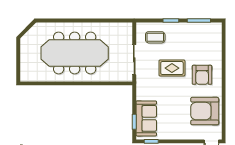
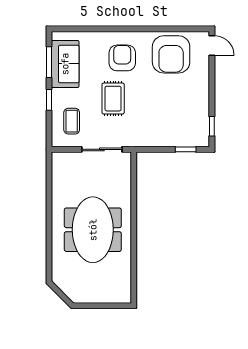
meeting table: (75, 53) -> (93, 230), width x0.73
armchair: (202, 75) -> (122, 58), turned -90
sofa: (146, 118) -> (65, 64), moved, turned 90

